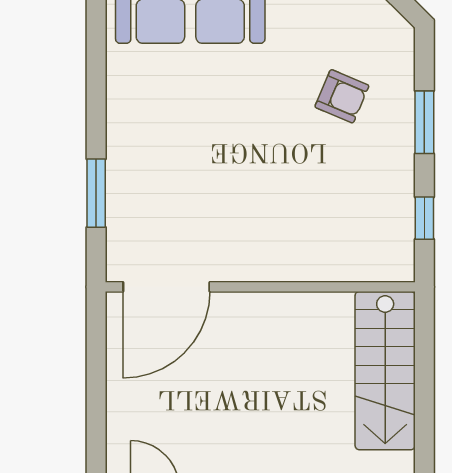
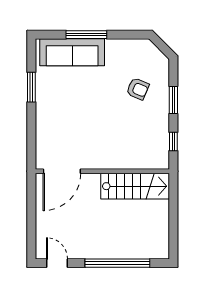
window: (96, 193) -> (31, 87), moved
stairs: (385, 371) -> (135, 186), moved, turned -90

